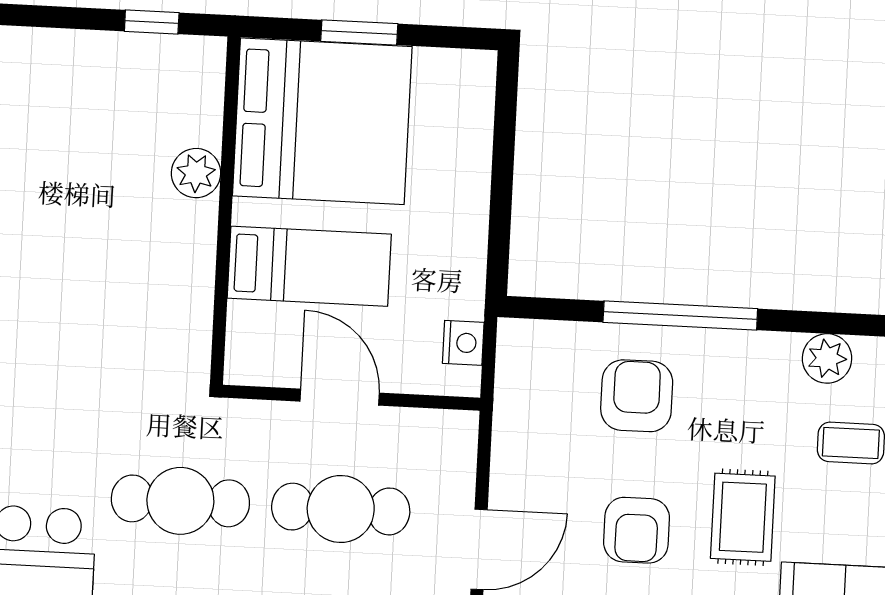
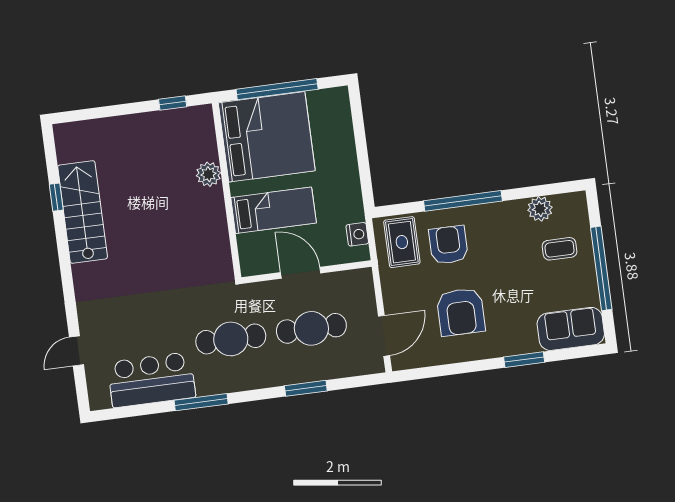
window: (359, 32) -> (277, 89), width x2.11
rug: (743, 517) -> (402, 242), moved
armchair: (637, 530) -> (461, 312), width x1.36, depth x1.36

